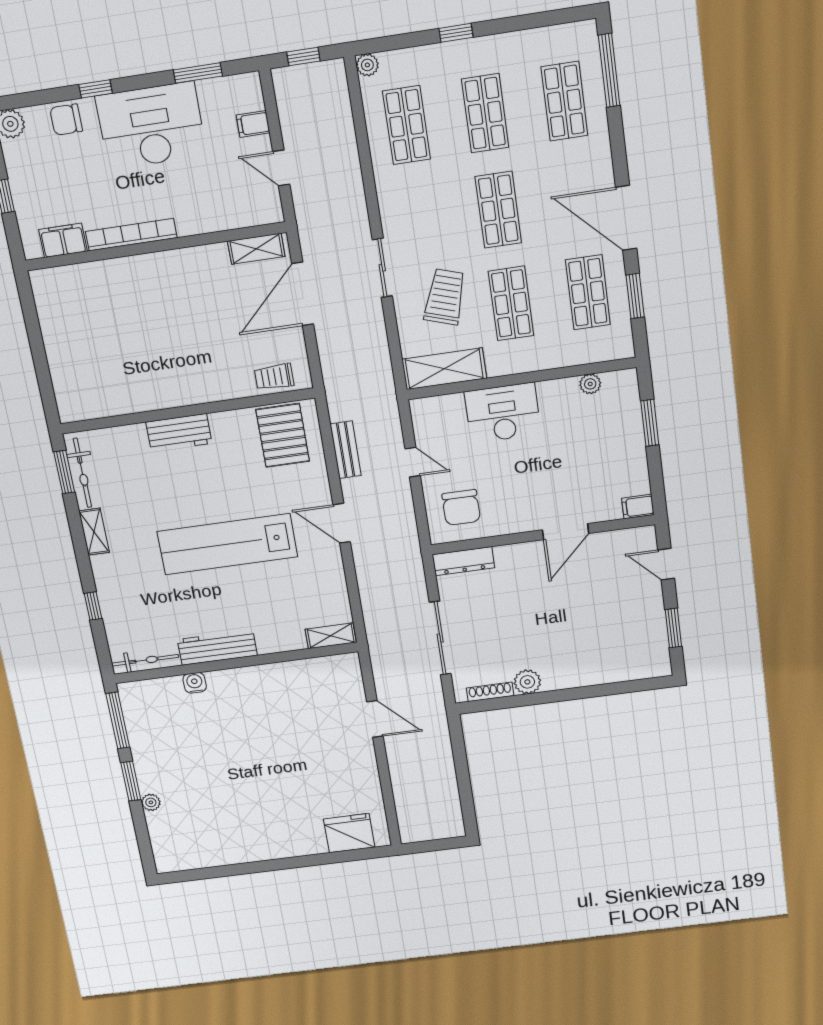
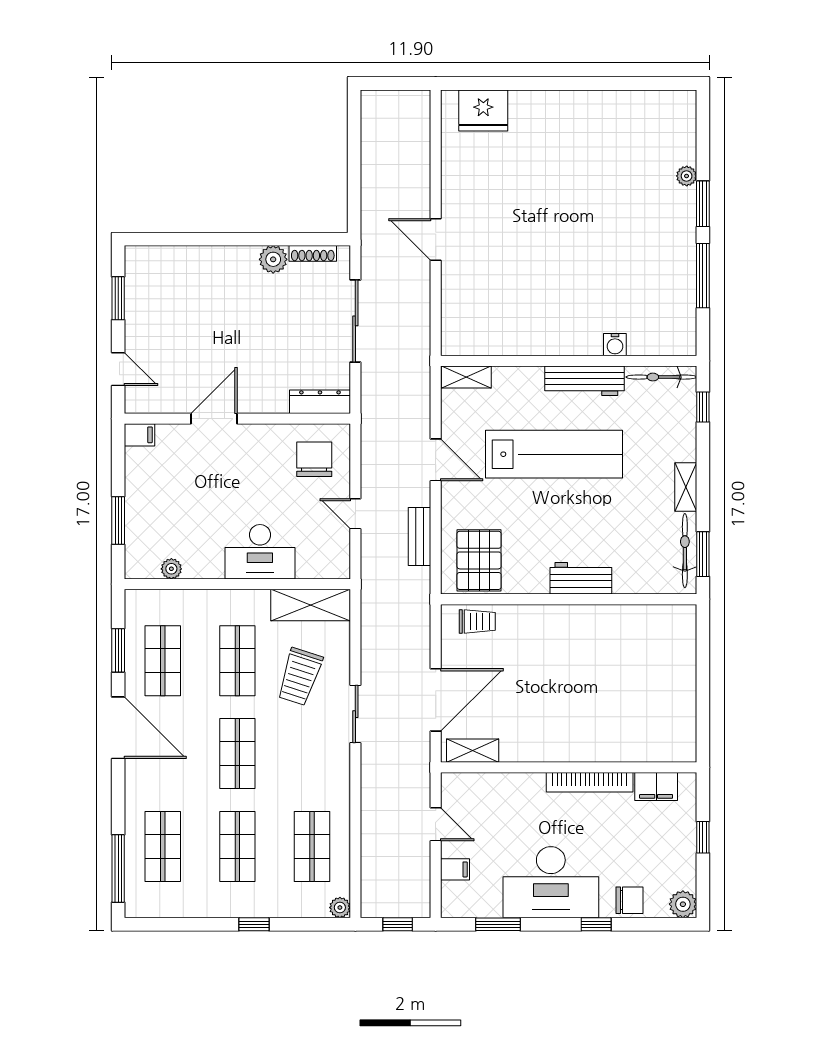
shelving: (331, 636) -> (466, 377), moved
workbench: (217, 647) -> (584, 381), moved
bicycle: (145, 660) -> (661, 377), moved
wall: (236, 663) -> (569, 361), moved
water cooler: (195, 683) -> (615, 345), moved

